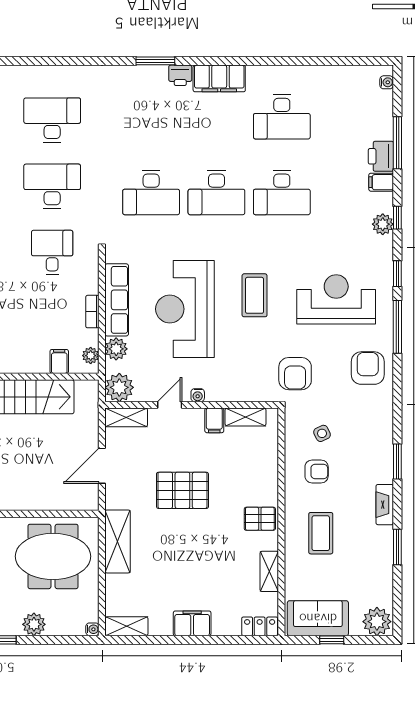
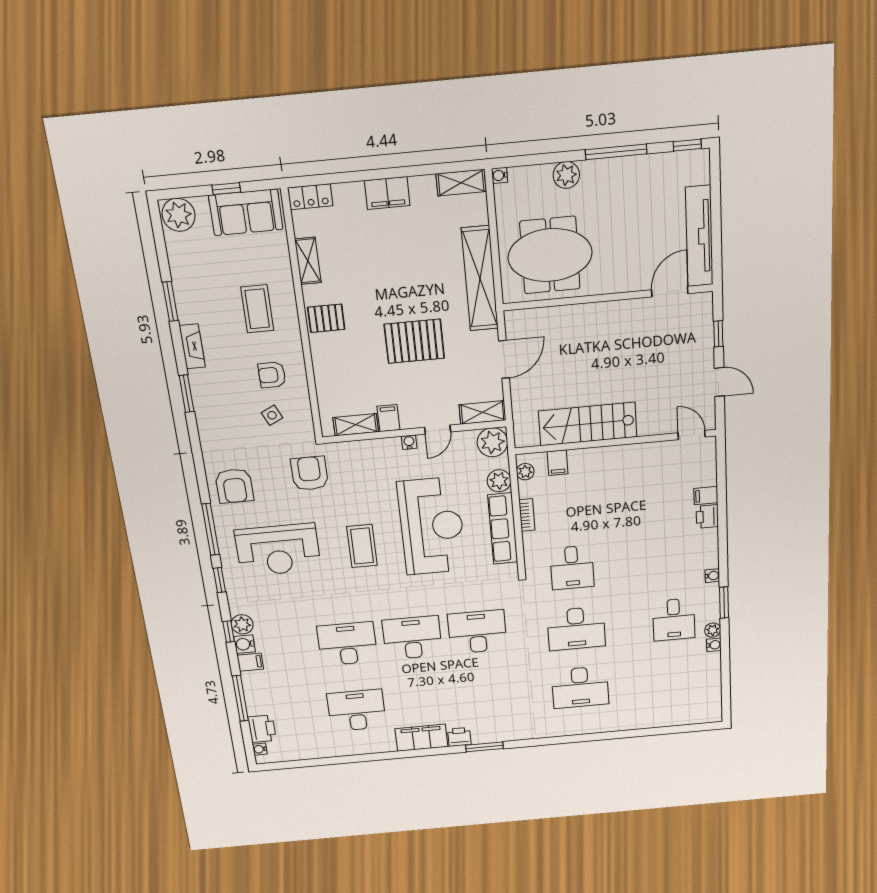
printer: (381, 156) -> (262, 729), moved
water cooler: (384, 202) -> (244, 644), added
shelving: (118, 541) -> (480, 279), width x1.47

